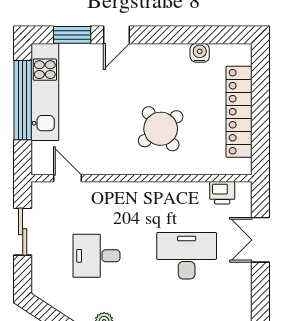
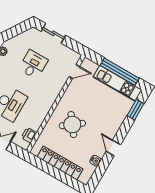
door: (117, 35) -> (113, 148), moved
sliding door: (23, 232) -> (53, 33), moved

